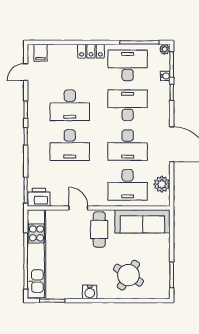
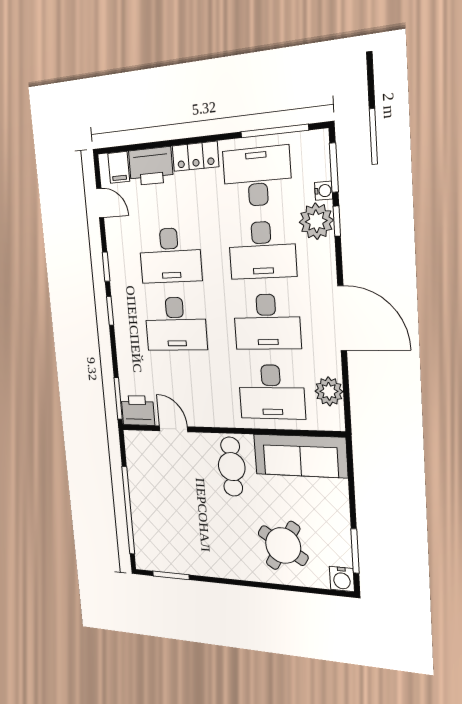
plant: (165, 49) -> (316, 221), moved, width x1.88, depth x1.88
printer: (62, 54) -> (151, 166), added
door: (26, 72) -> (100, 203), swing flipped
desk: (128, 105) -> (262, 250), turned 180
door: (78, 208) -> (173, 429), moved
kitchen unit: (36, 254) -> (142, 500), removed
water cooler: (90, 292) -> (342, 579), moved

